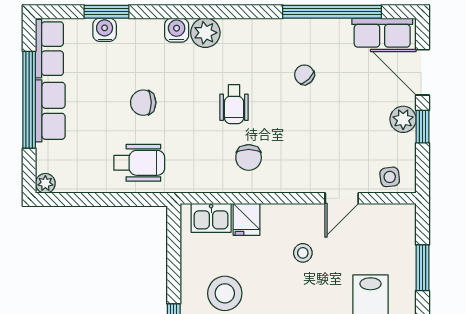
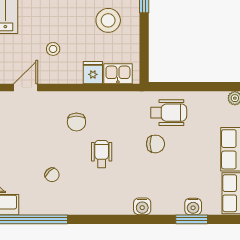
plant: (205, 33) -> (122, 204), removed
chair: (143, 103) -> (155, 144), moved
chair: (249, 158) -> (76, 122), moved, turned 180
wheelchair: (139, 163) -> (169, 113), turned 180

